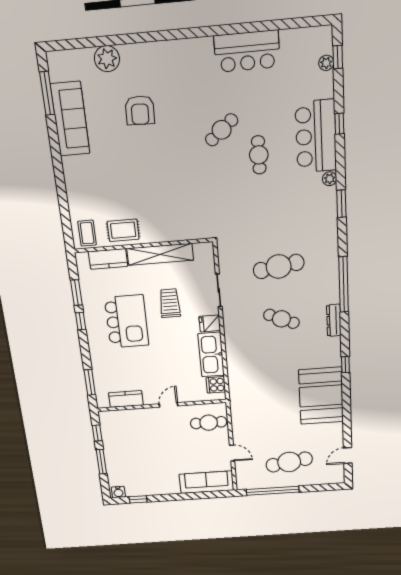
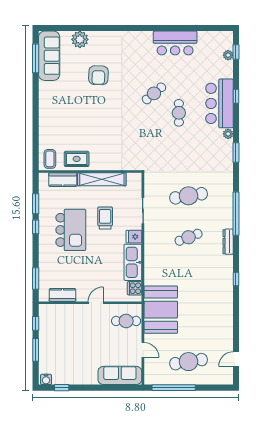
sofa: (70, 119) -> (49, 56), moved
cafe table: (281, 319) -> (189, 237), turned -45
booth: (321, 396) -> (161, 310), moved

